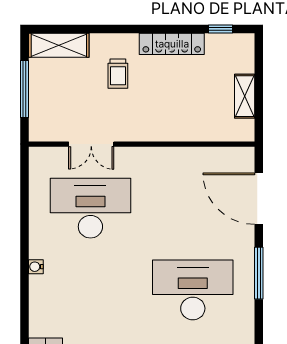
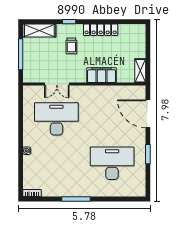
window: (221, 29) -> (69, 22), moved
shelving: (245, 96) -> (140, 71), moved
filing cabinet: (173, 128) -> (102, 75), added
window: (259, 273) -> (148, 154), width x0.69

